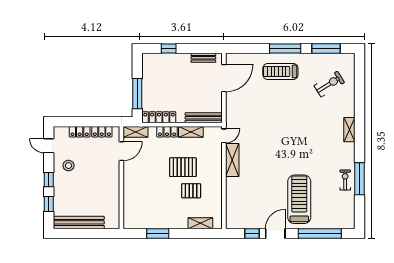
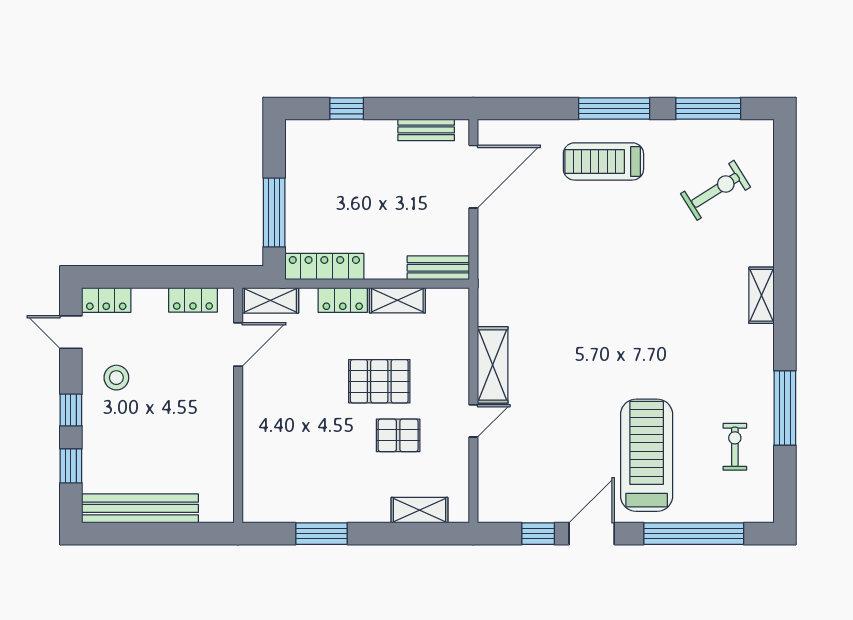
bench: (204, 118) -> (438, 268), width x0.73
locker: (80, 132) -> (106, 300), moved
door: (224, 136) -> (473, 421), moved
exercise bike: (345, 180) -> (735, 447), moved

